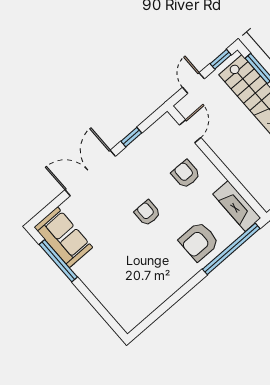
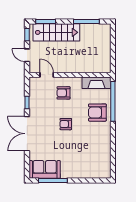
armchair: (199, 241) -> (97, 113), turned 90

